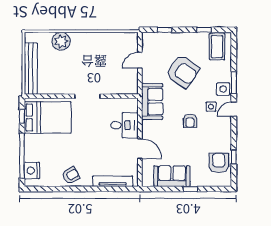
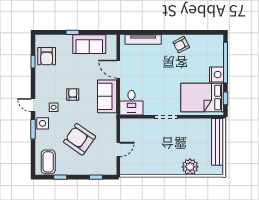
sofa: (152, 102) -> (107, 96), moved
door: (234, 109) -> (33, 105), swing flipped
desk: (124, 125) -> (131, 103), moved, turned -90
nightstand: (32, 170) -> (217, 75), moved

